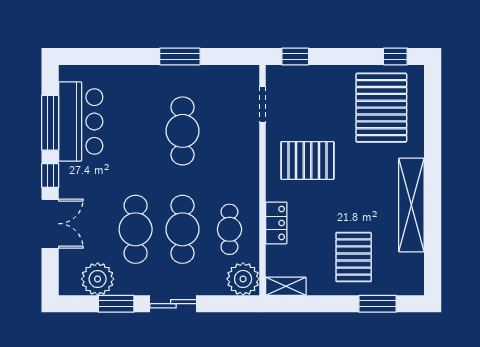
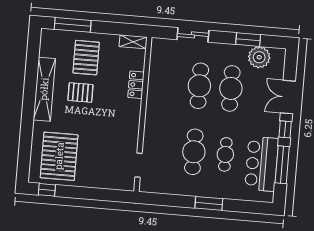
window: (180, 57) -> (209, 203), moved
window: (295, 57) -> (114, 195), removed
pallet: (307, 160) -> (80, 93), moved, width x0.67, depth x0.71
cafe table: (229, 229) -> (225, 154), moved
plant: (243, 279) -> (162, 49), removed
sliding door: (173, 304) -> (193, 35), moved
window: (377, 304) -> (73, 25), width x1.44

